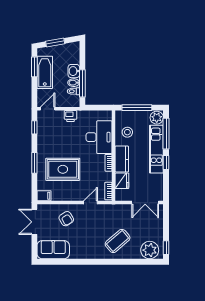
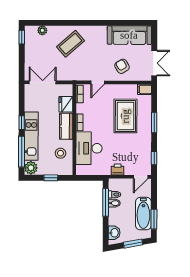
washbasin: (74, 71) -> (114, 233), moved
window: (137, 108) -> (51, 178), width x0.46
rug: (63, 169) -> (125, 116), turned 90
sofa: (53, 250) -> (129, 35), width x1.36
plant: (150, 250) -> (42, 30), width x0.53, depth x0.53

